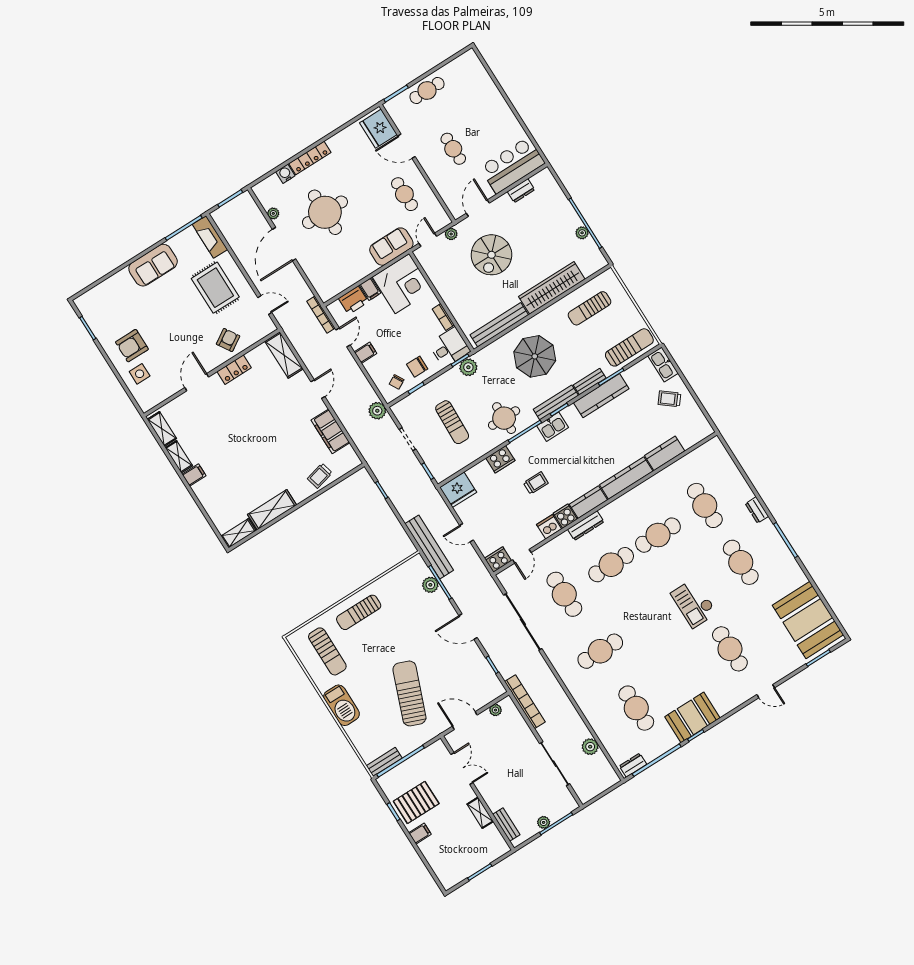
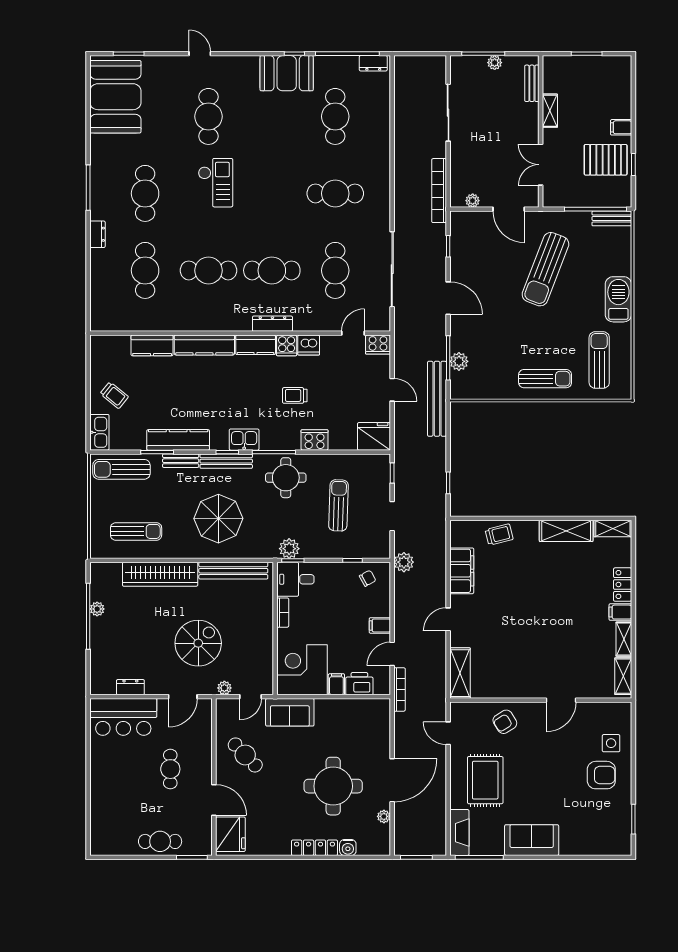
cafe table: (404, 194) -> (245, 755), turned -44
chair: (417, 367) -> (338, 580), removed
locker: (234, 370) -> (623, 585), moved, turned -90
plant: (590, 747) -> (403, 107), removed

